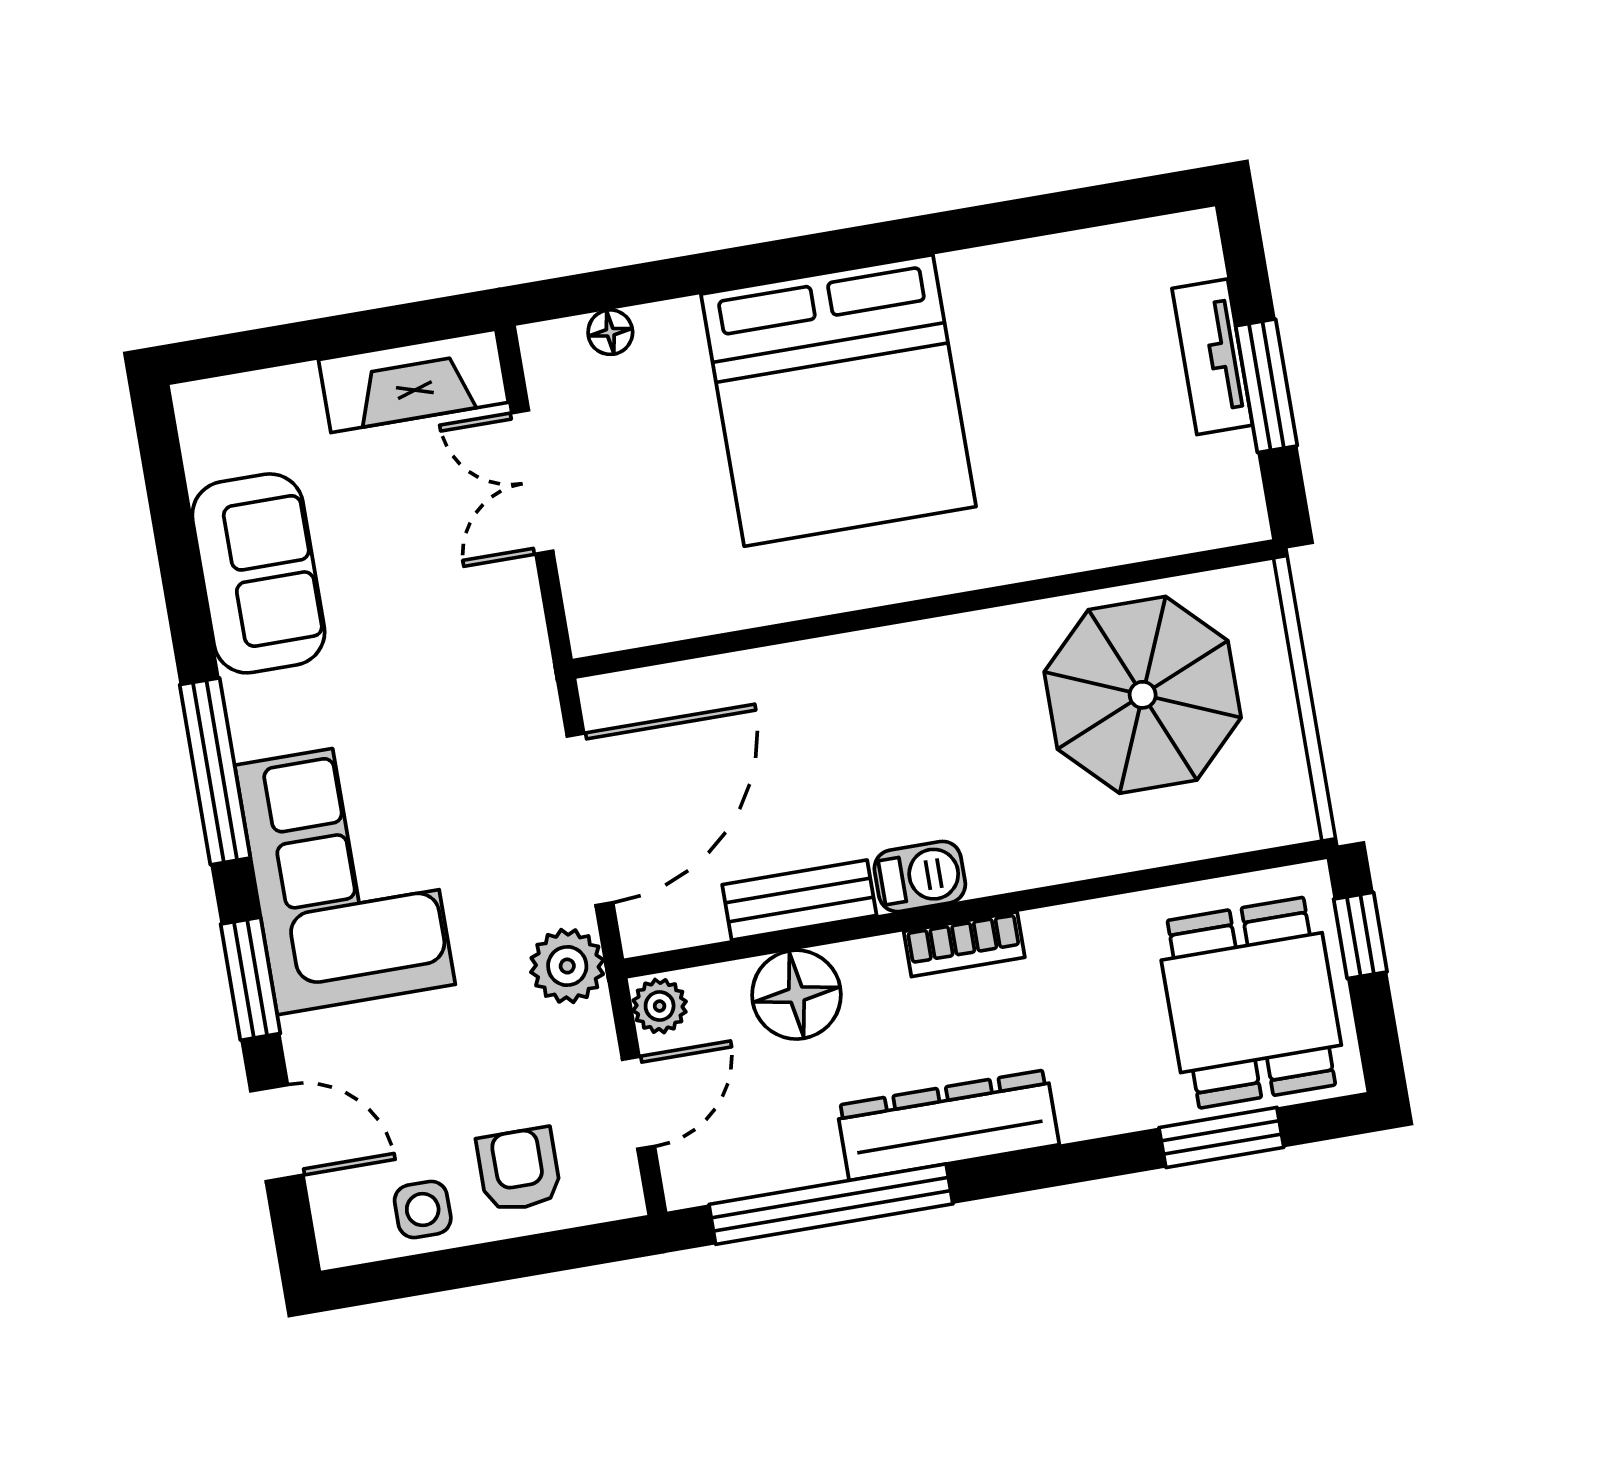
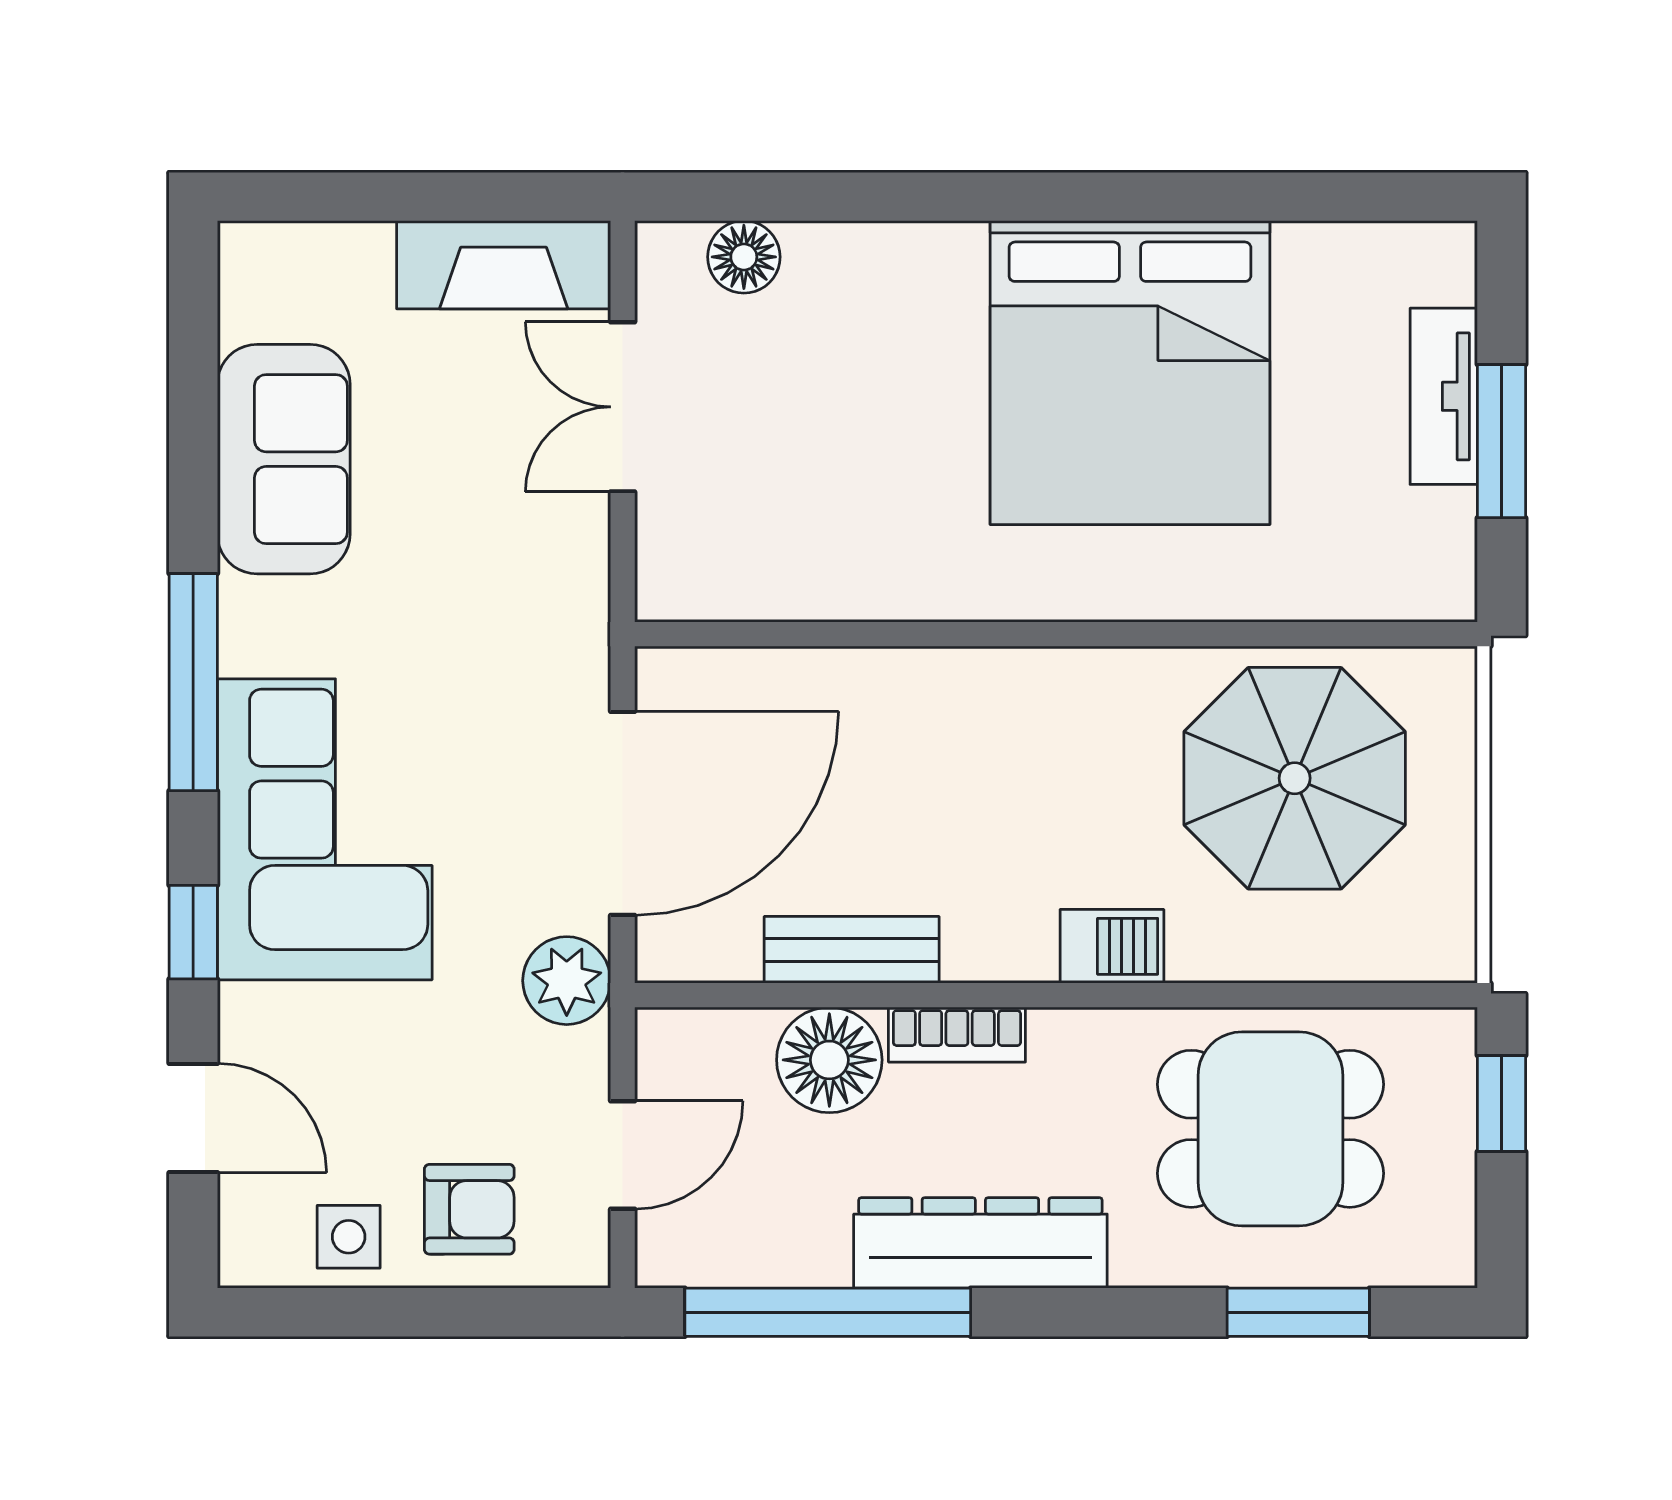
floor lamp: (610, 332) -> (744, 257), width x1.37, depth x1.37
bed: (838, 400) -> (1130, 373), moved
barbecue: (920, 876) -> (1112, 946), moved
bookcase: (964, 944) -> (957, 1035), moved
window: (250, 979) -> (193, 932), width x0.67
dining table: (1251, 1003) -> (1270, 1129), moved, turned 90
plant: (660, 1006) -> (667, 1046), removed
armchair: (519, 1170) -> (469, 1209), turned 90

